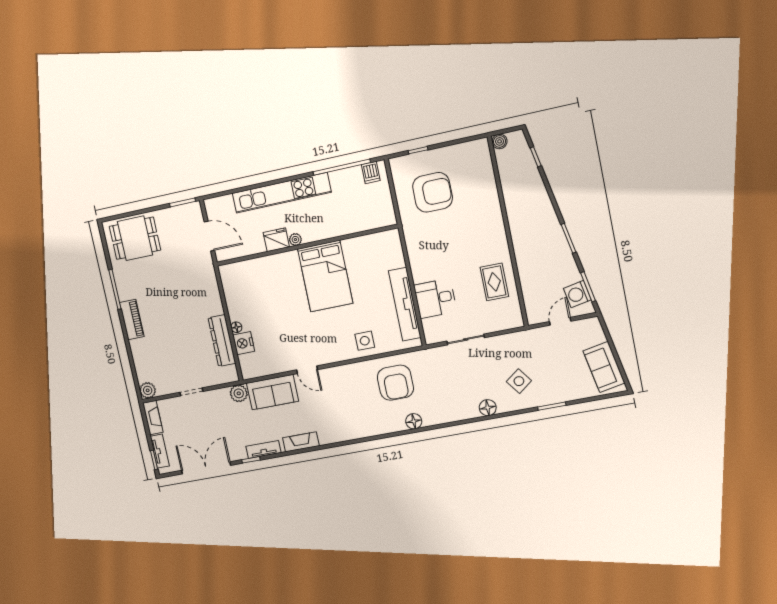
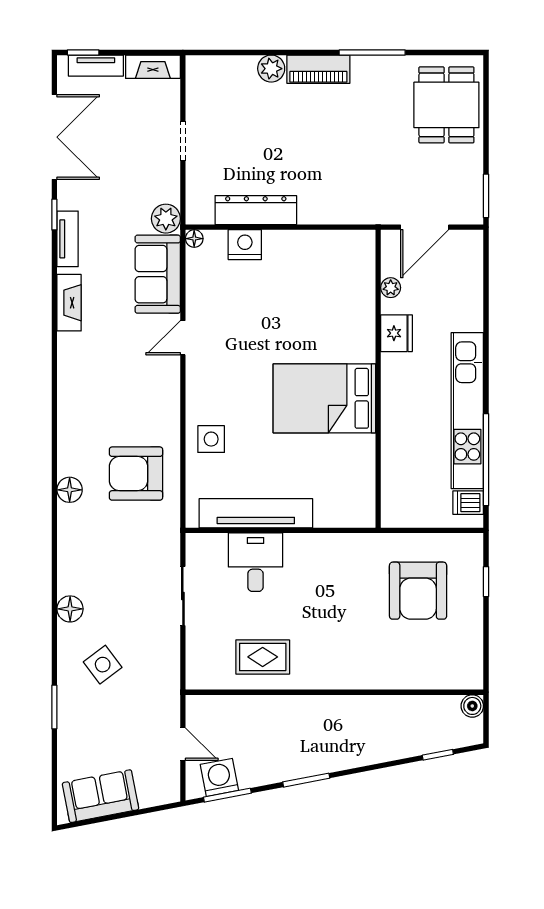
kitchen unit: (282, 193) -> (467, 411), moved
plant: (295, 240) -> (391, 288), moved
floor lamp: (236, 327) -> (194, 239), moved
plant: (148, 390) -> (271, 69), moved

